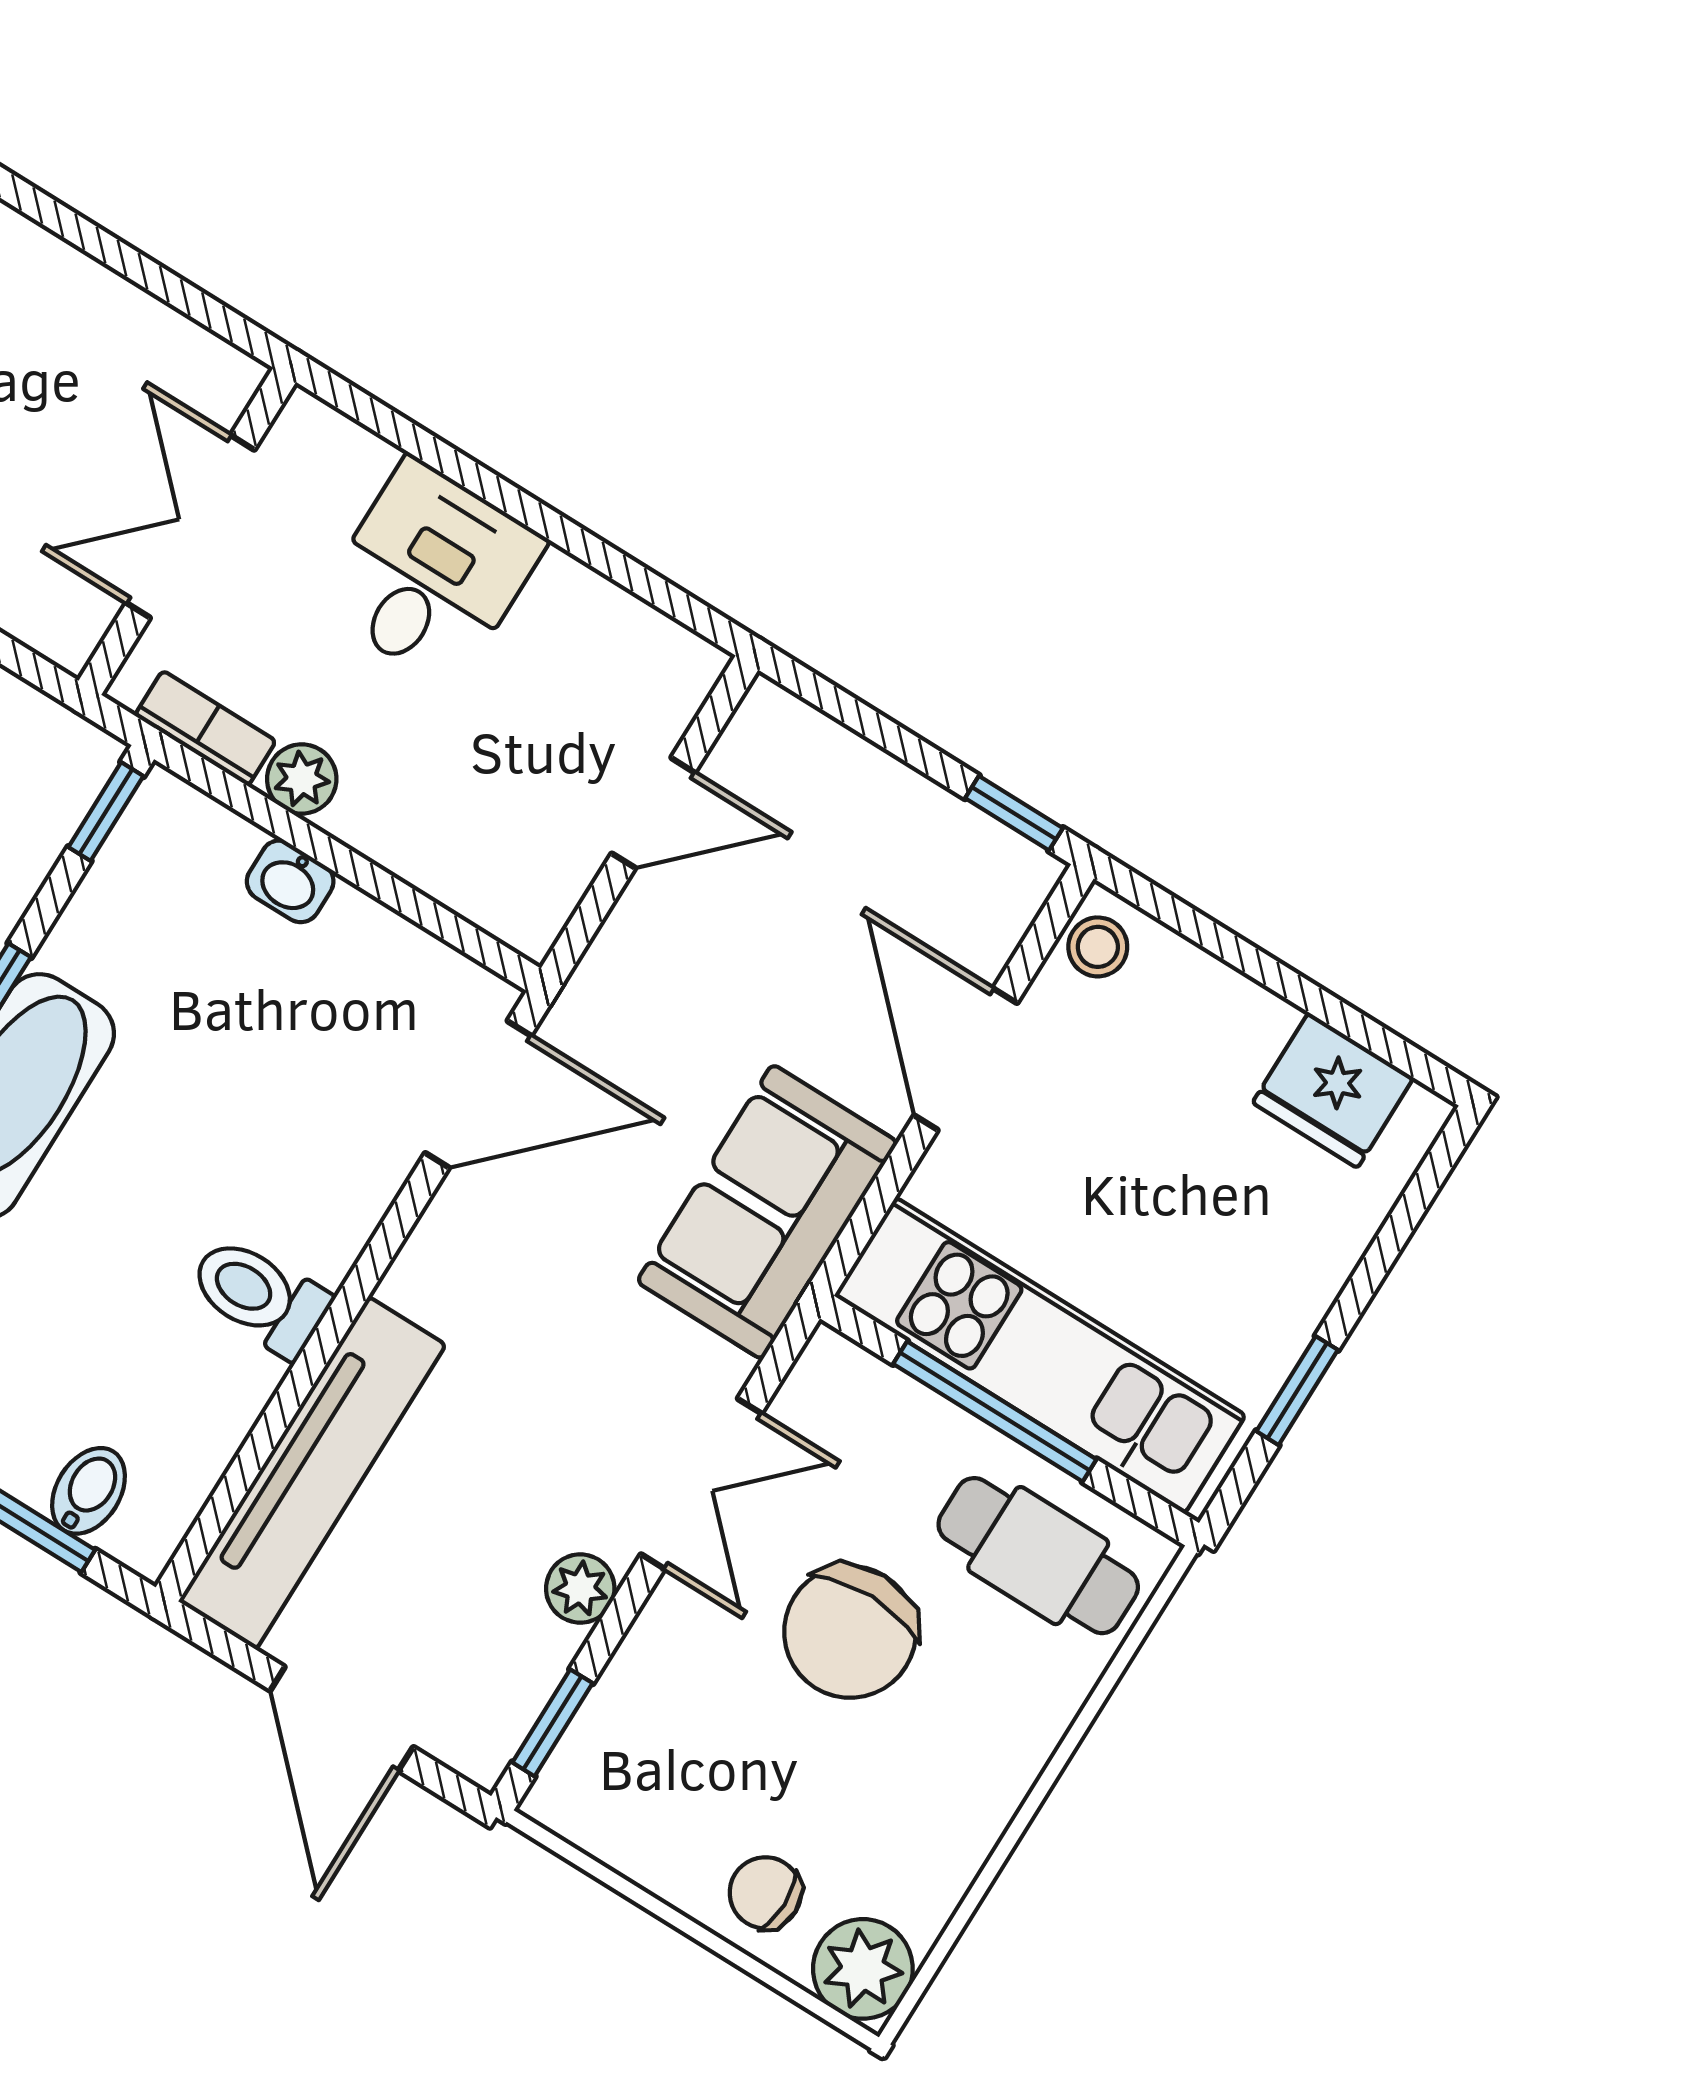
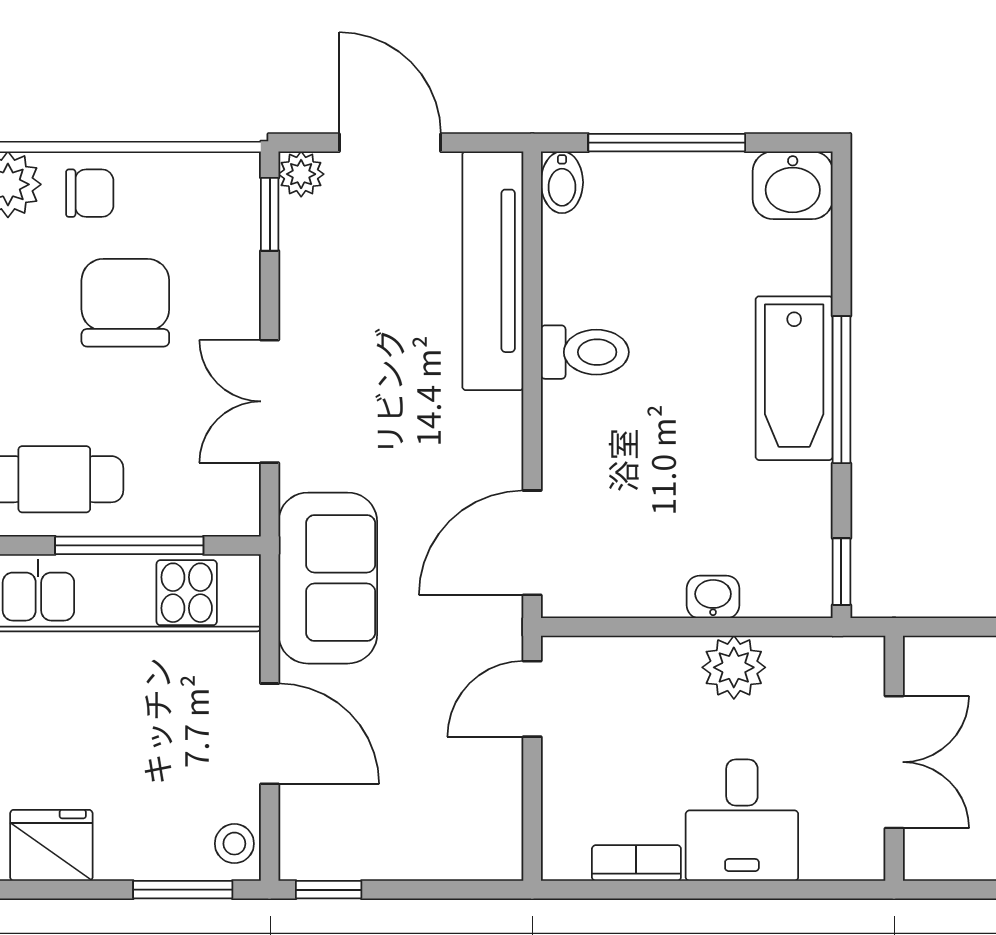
bookcase: (205, 728) -> (636, 863), moved, turned 180
plant: (302, 779) -> (734, 667), width x1.38, depth x1.38
door: (653, 813) -> (532, 699), moved
window: (1200, 929) -> (183, 890), added
bidet: (89, 1491) -> (562, 182), moved
plant: (580, 1589) -> (301, 174), moved
chair: (850, 1632) -> (125, 303), moved

